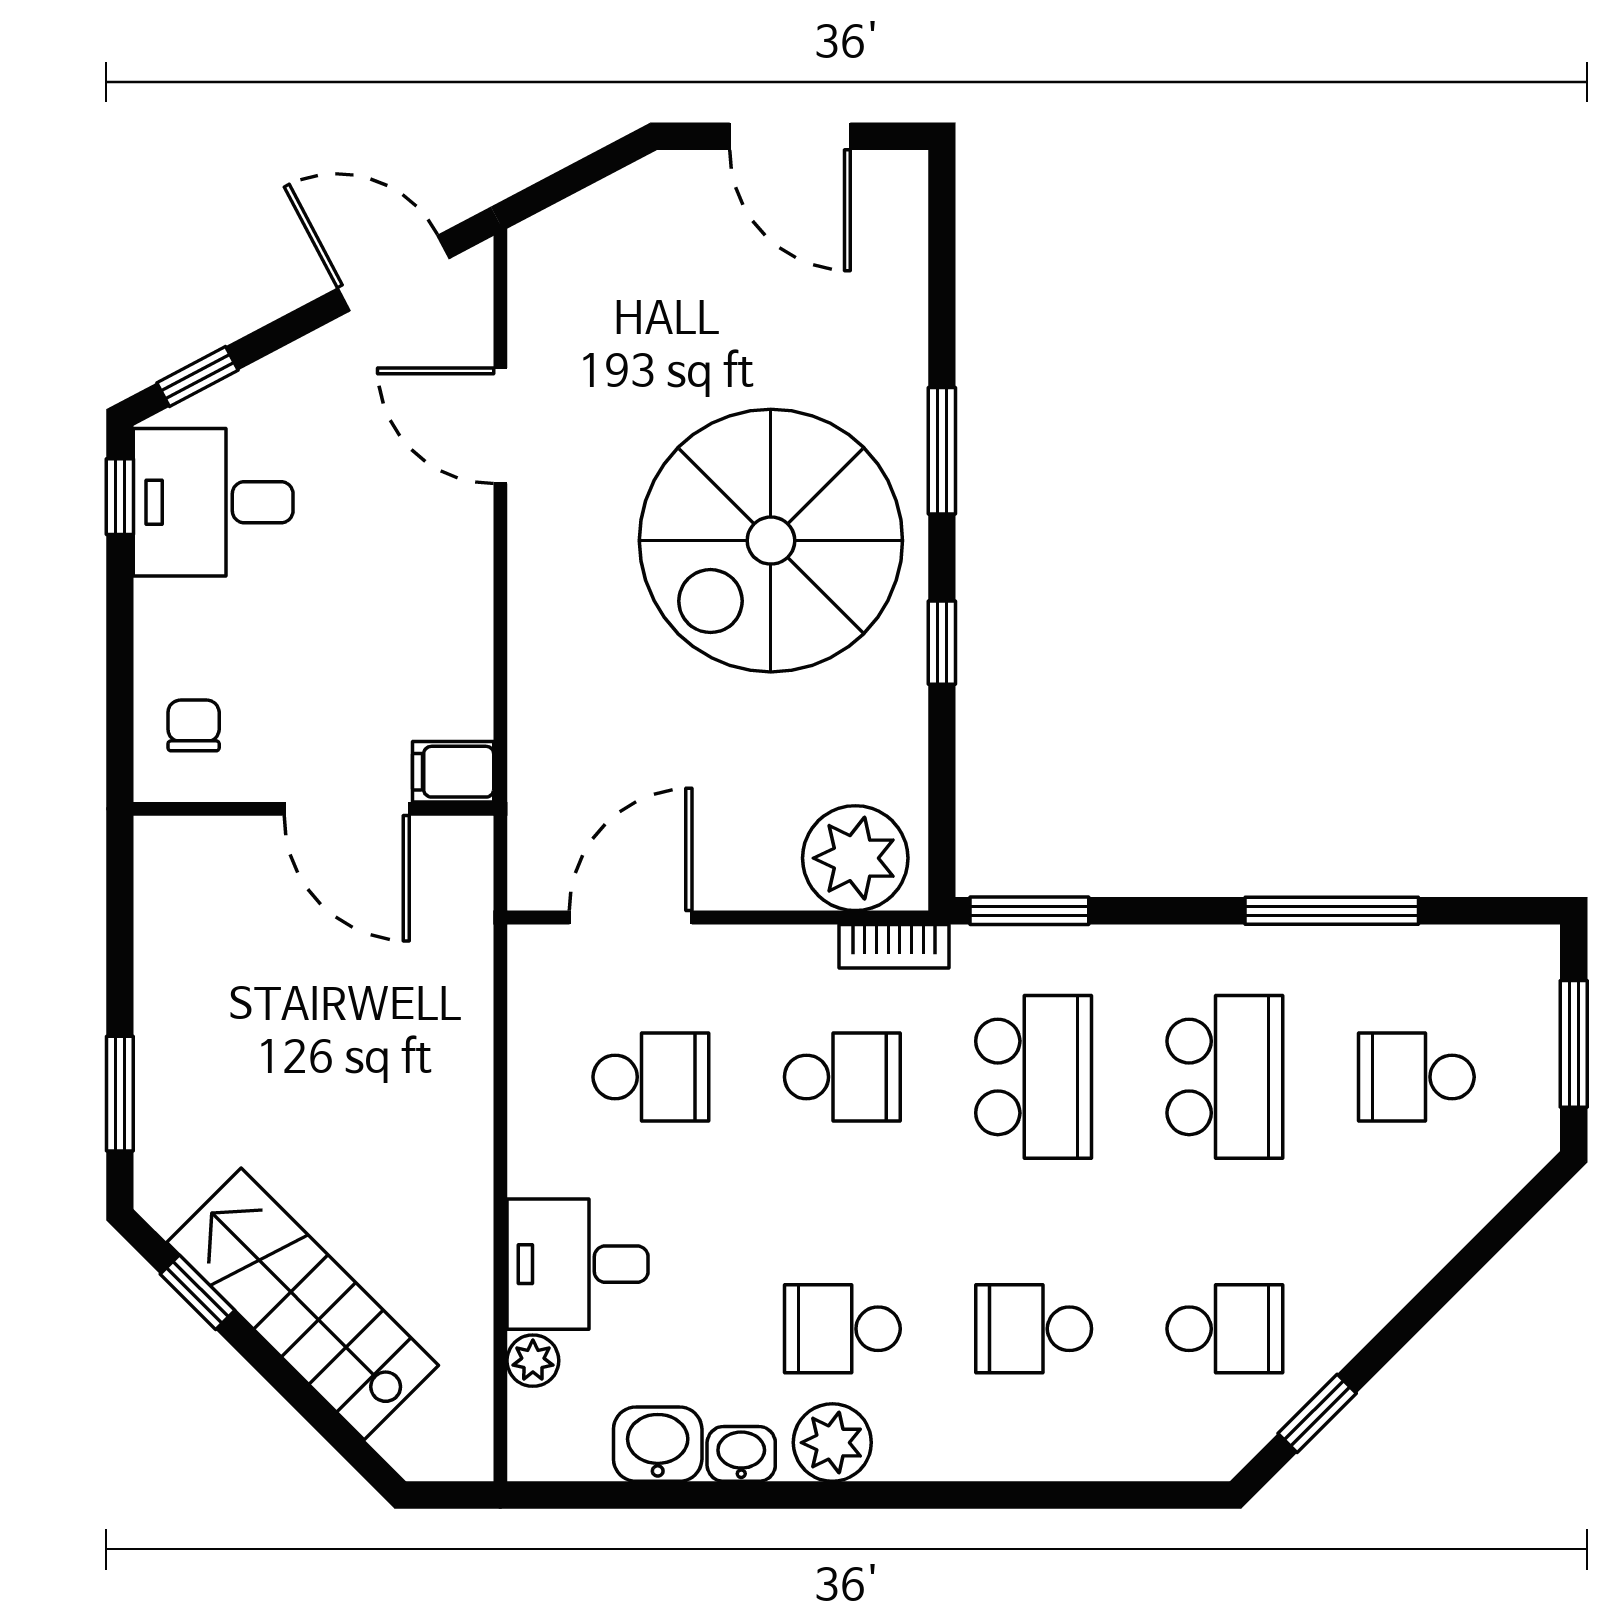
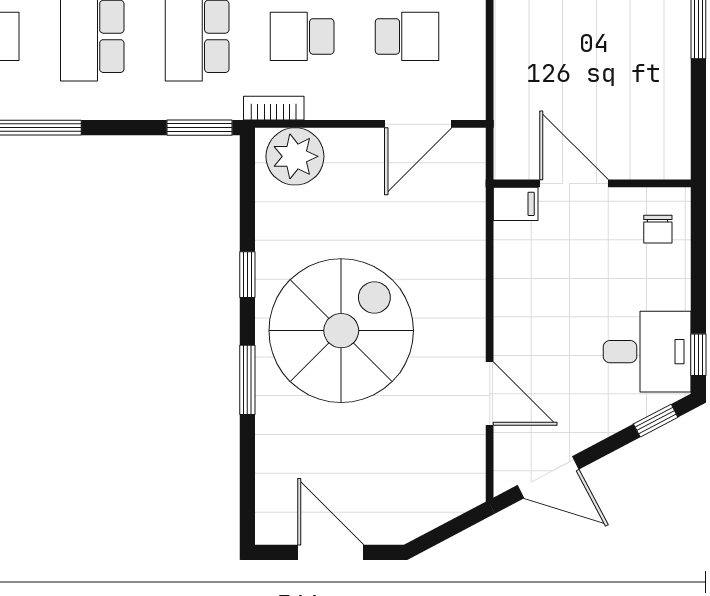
school desk: (651, 1077) -> (407, 36), turned 180

